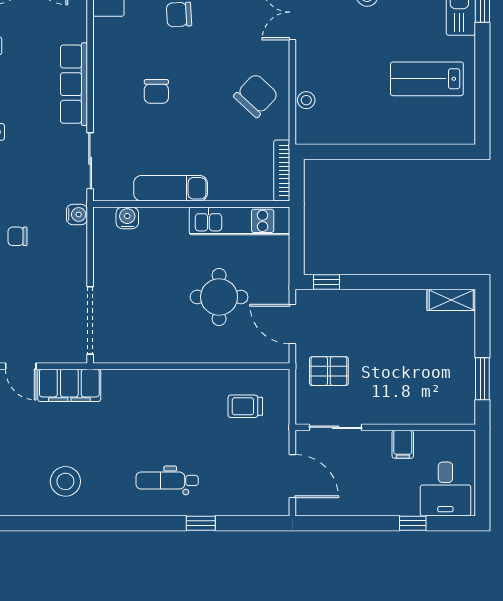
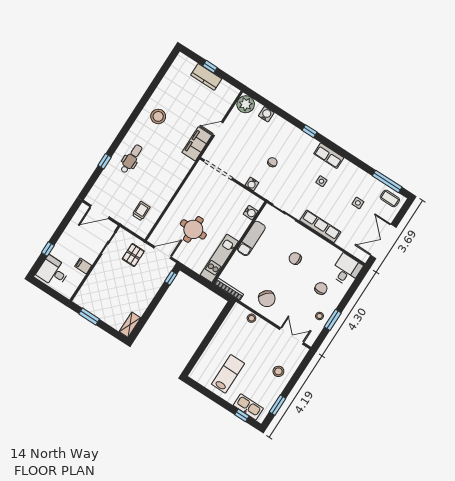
water cooler: (77, 214) -> (252, 184), moved

